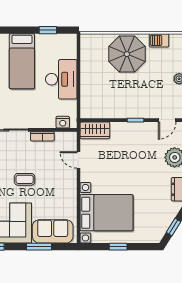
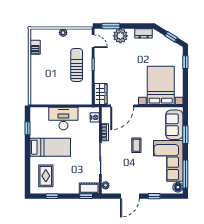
parasol: (127, 54) -> (45, 71), removed
sun lounger: (135, 97) -> (77, 65), added
door: (78, 160) -> (122, 106), width x1.88
window: (118, 247) -> (185, 62), moved

